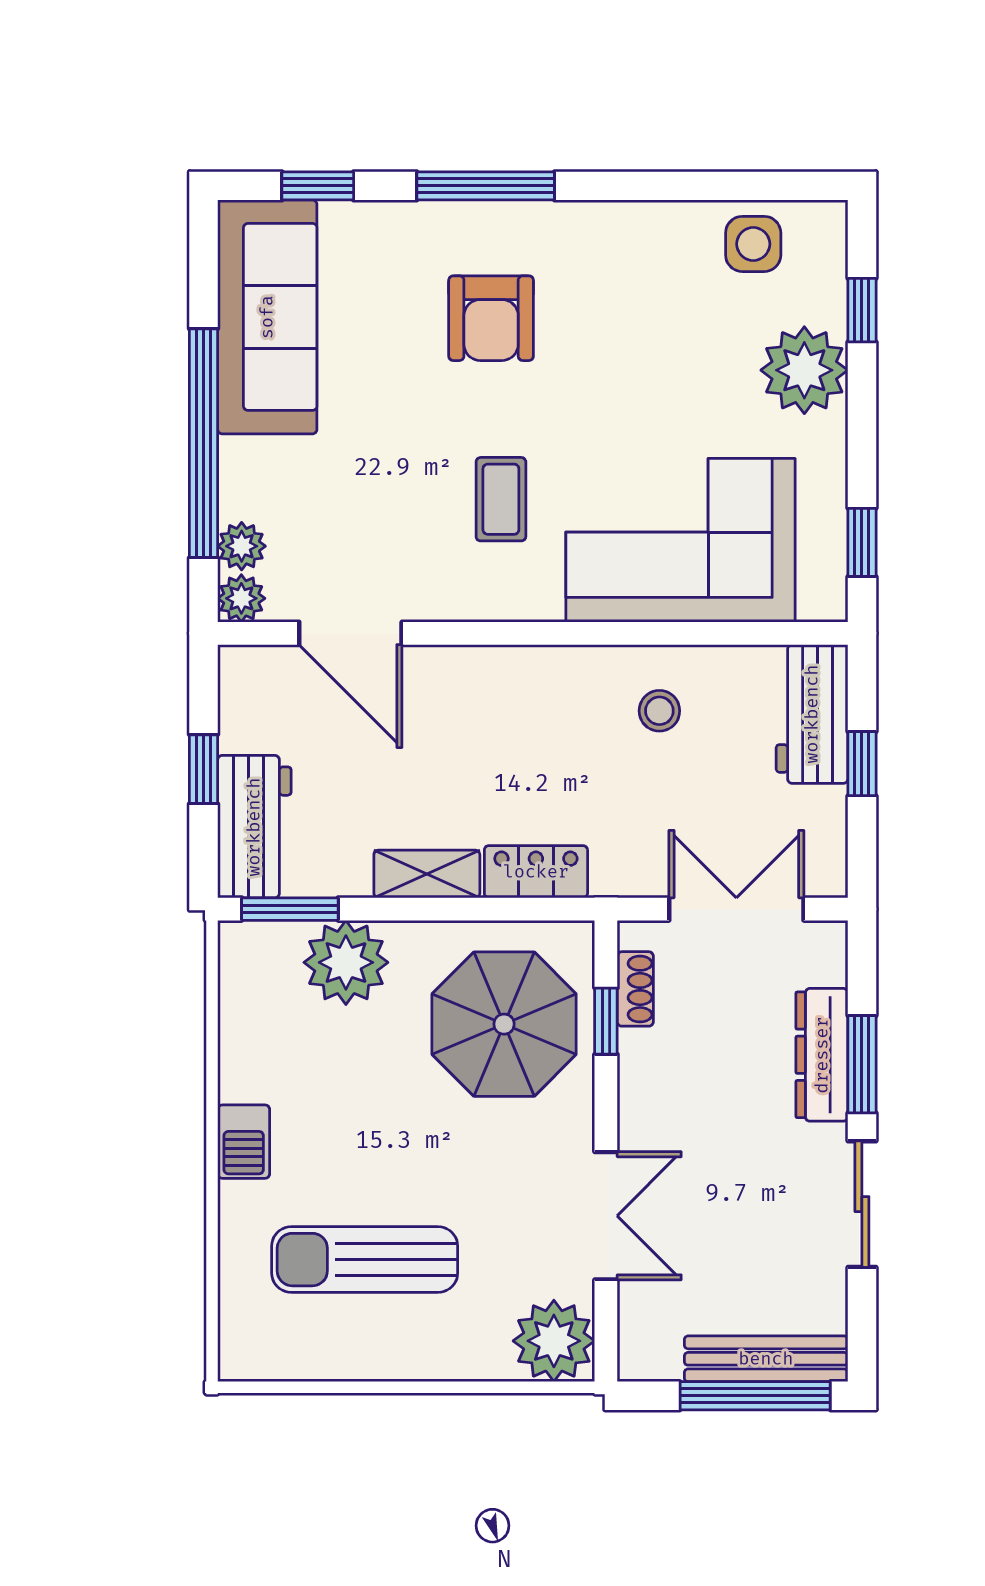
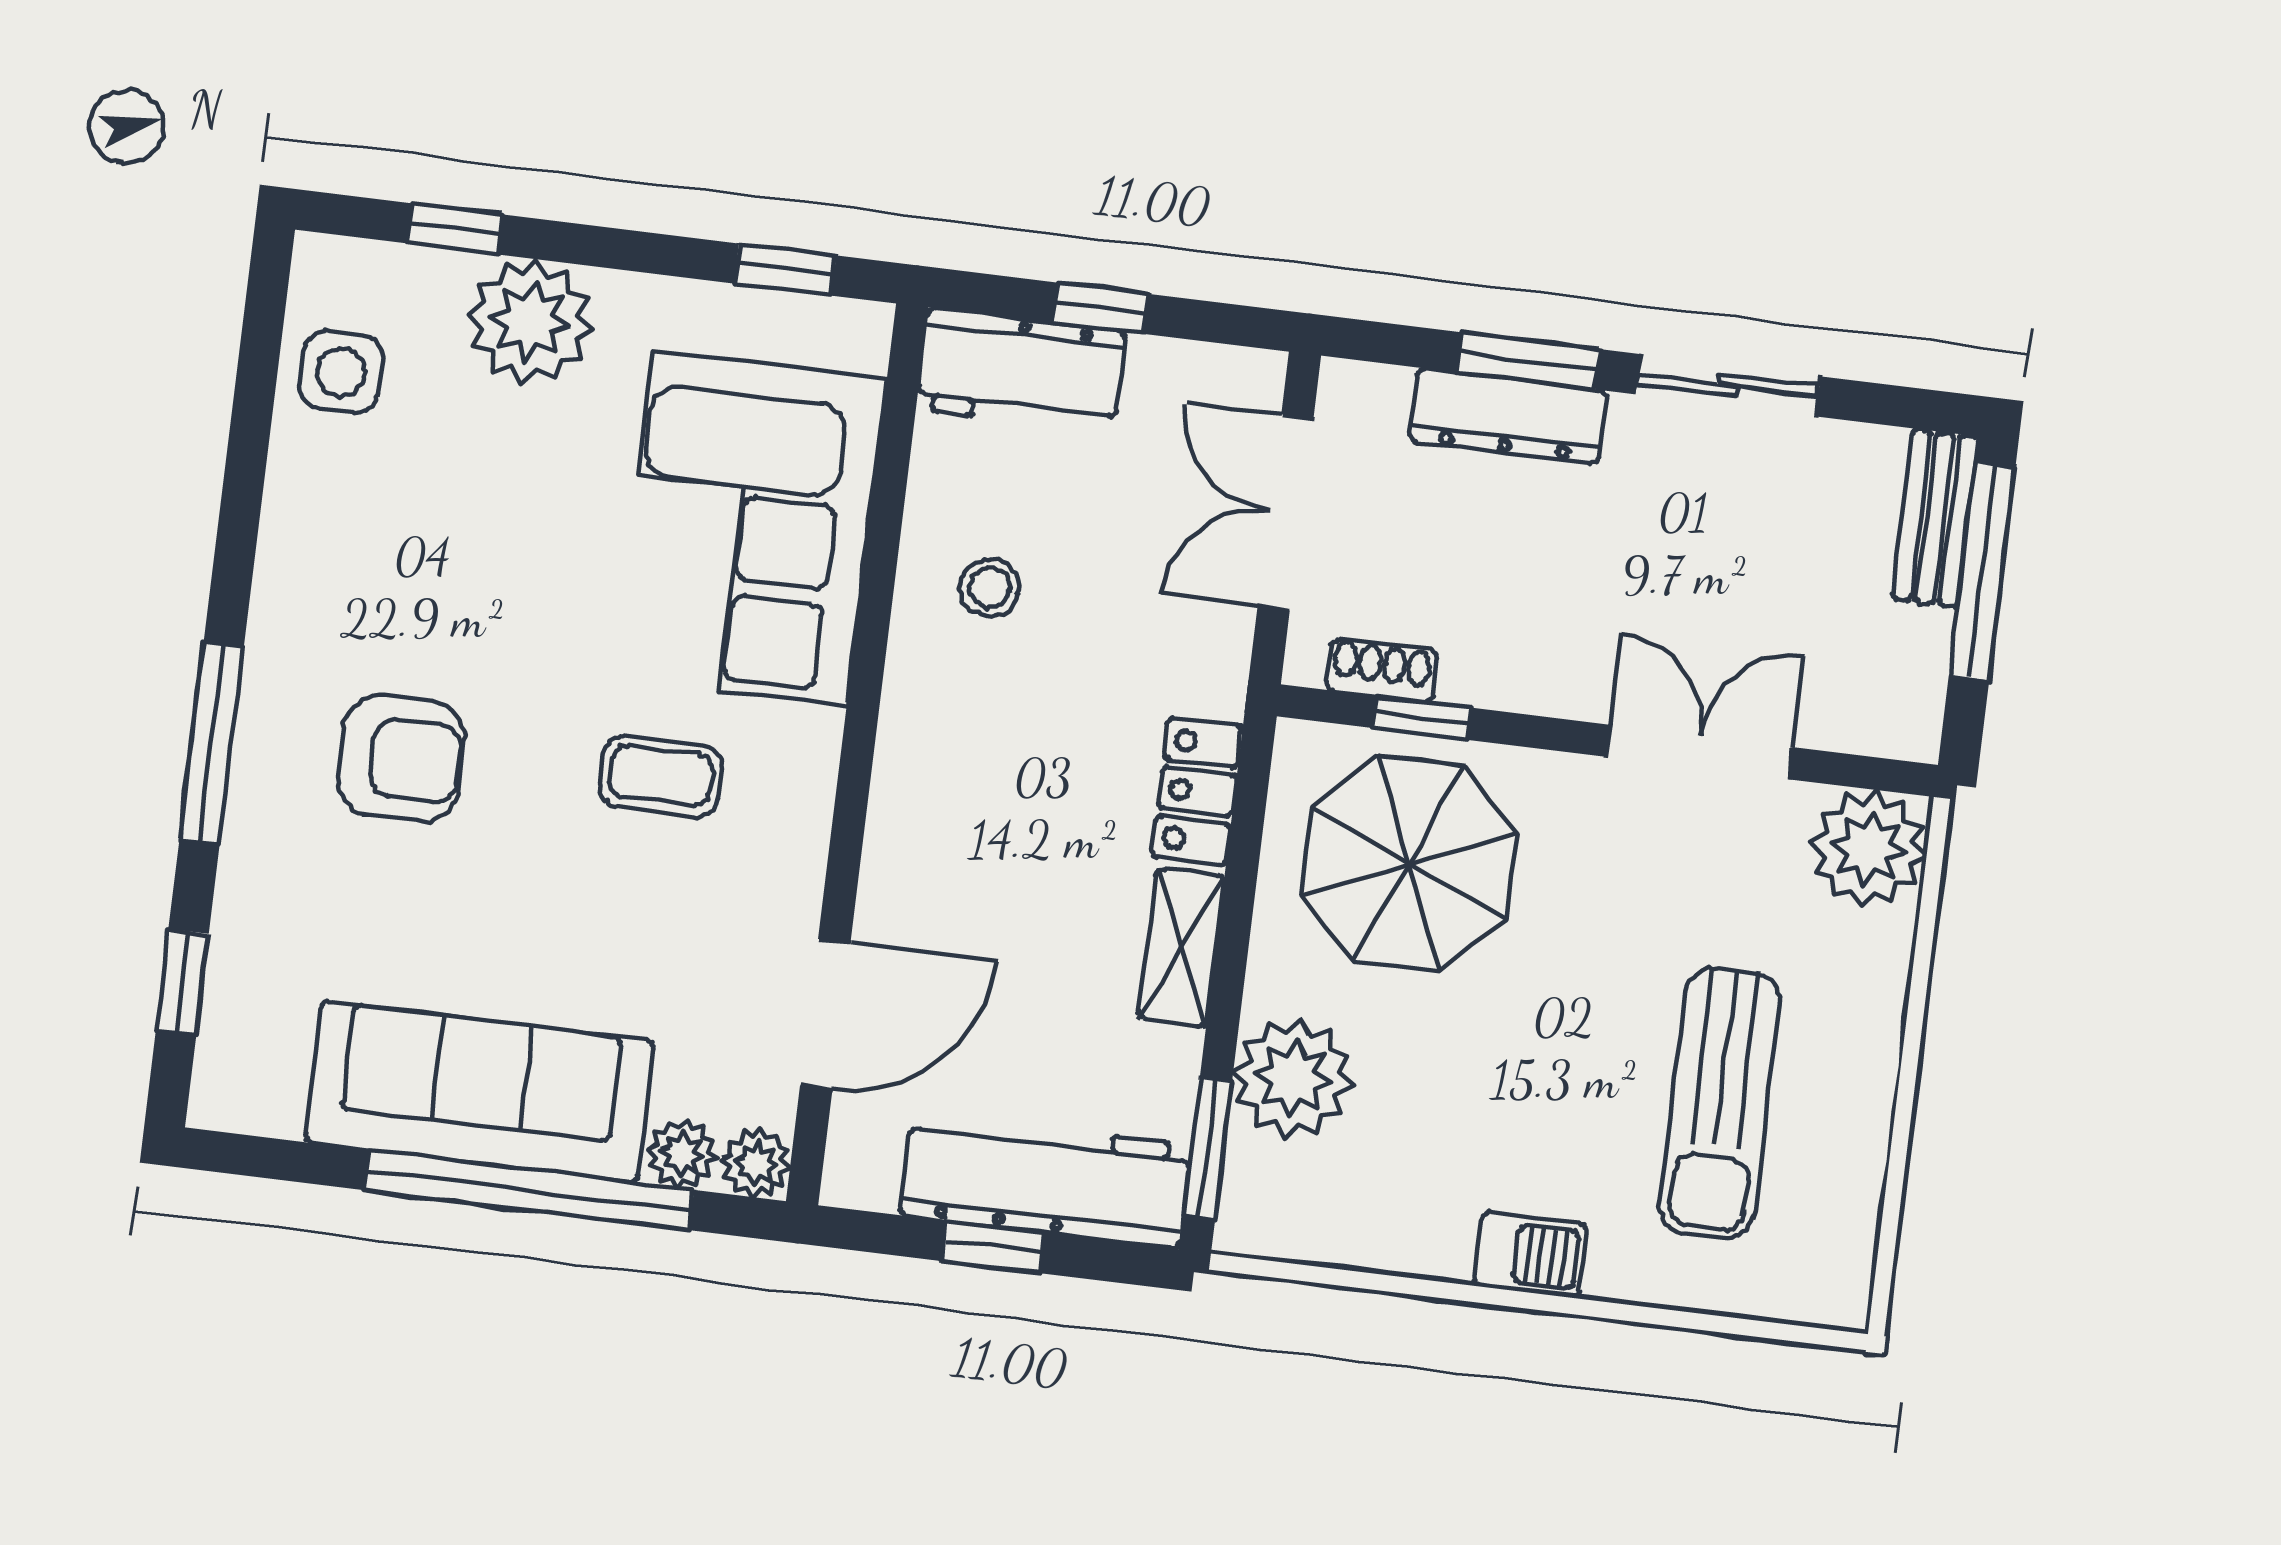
sofa: (267, 317) -> (480, 1092), moved
workbench: (254, 827) -> (1046, 1180), width x1.38
bench: (766, 1359) -> (1935, 518), width x0.73

